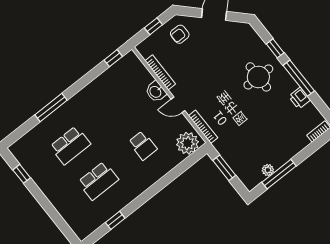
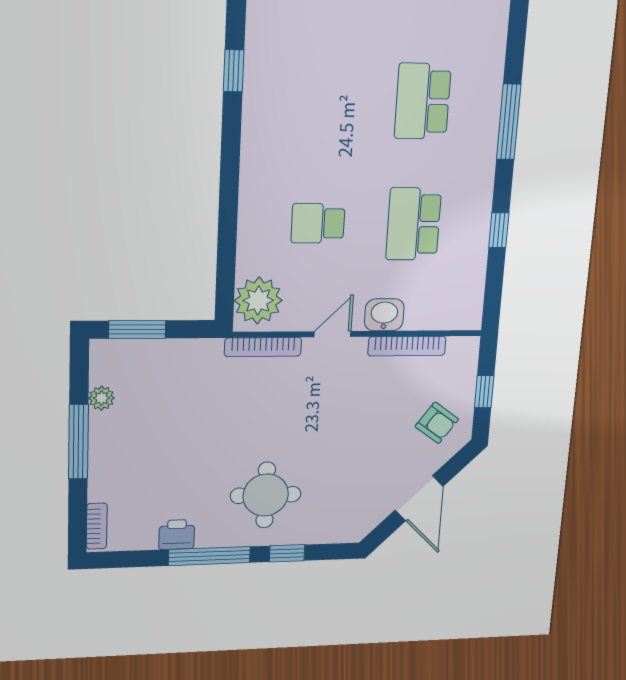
armchair: (180, 34) -> (437, 423), turned 126
window: (113, 58) -> (499, 230), moved
window: (224, 168) -> (137, 330), moved
window: (279, 174) -> (78, 442), moved
school desk: (98, 181) -> (414, 224), moved

